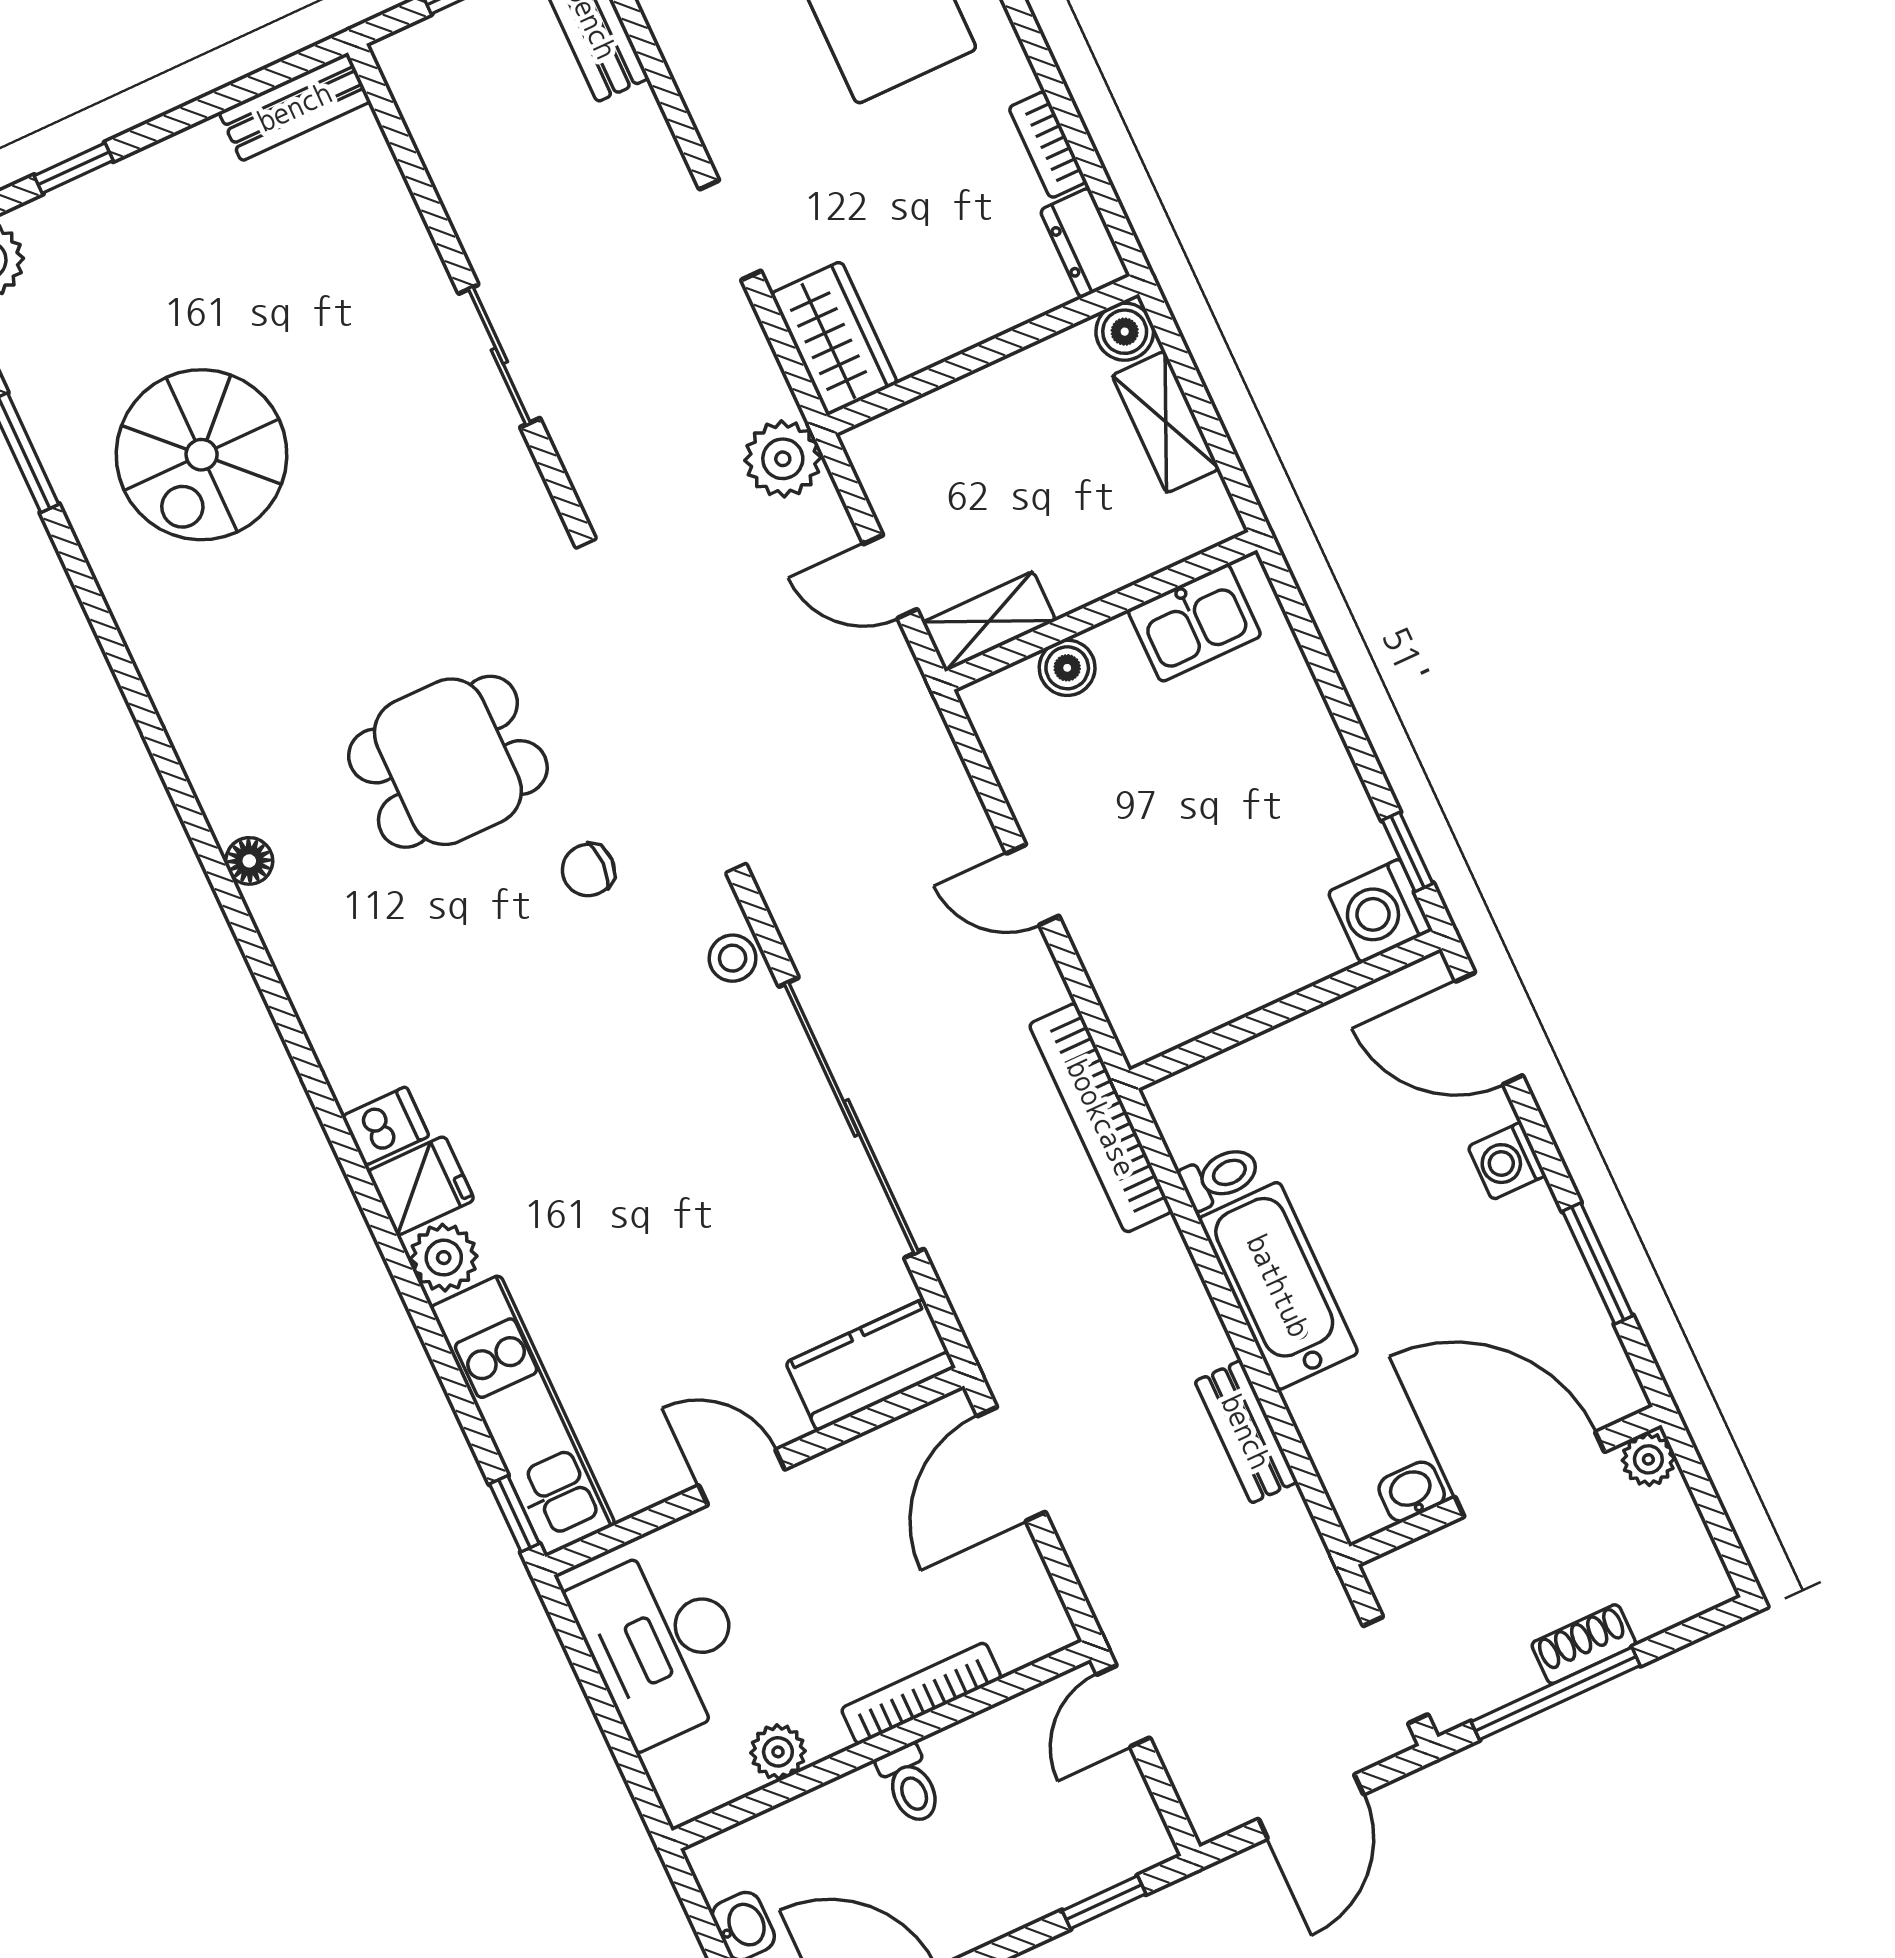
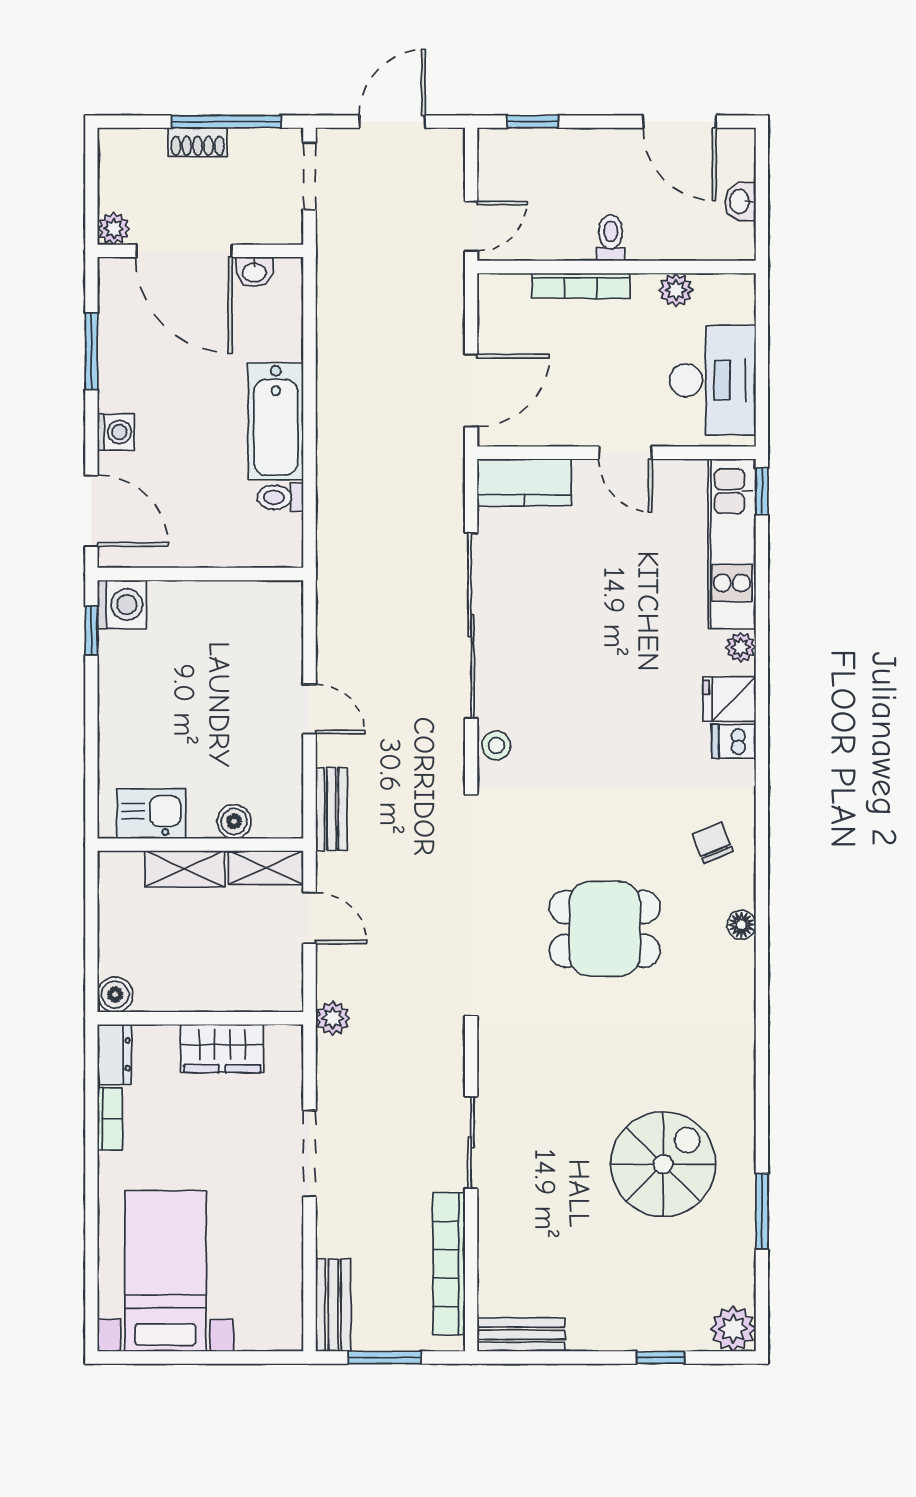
doorway: (730, 230) -> (310, 1153), width x1.38
wardrobe: (834, 338) -> (222, 1048), moved, turned -90
shelving: (1166, 422) -> (185, 869), moved, turned 90
plant: (783, 459) -> (333, 1018), width x0.73, depth x0.73
chair: (588, 870) -> (713, 843), moved, turned -113
bookcase: (1101, 1118) -> (449, 1264), moved, turned 180
plant: (444, 1258) -> (741, 647), width x0.73, depth x0.73
bench: (1246, 1432) -> (331, 809), moved

